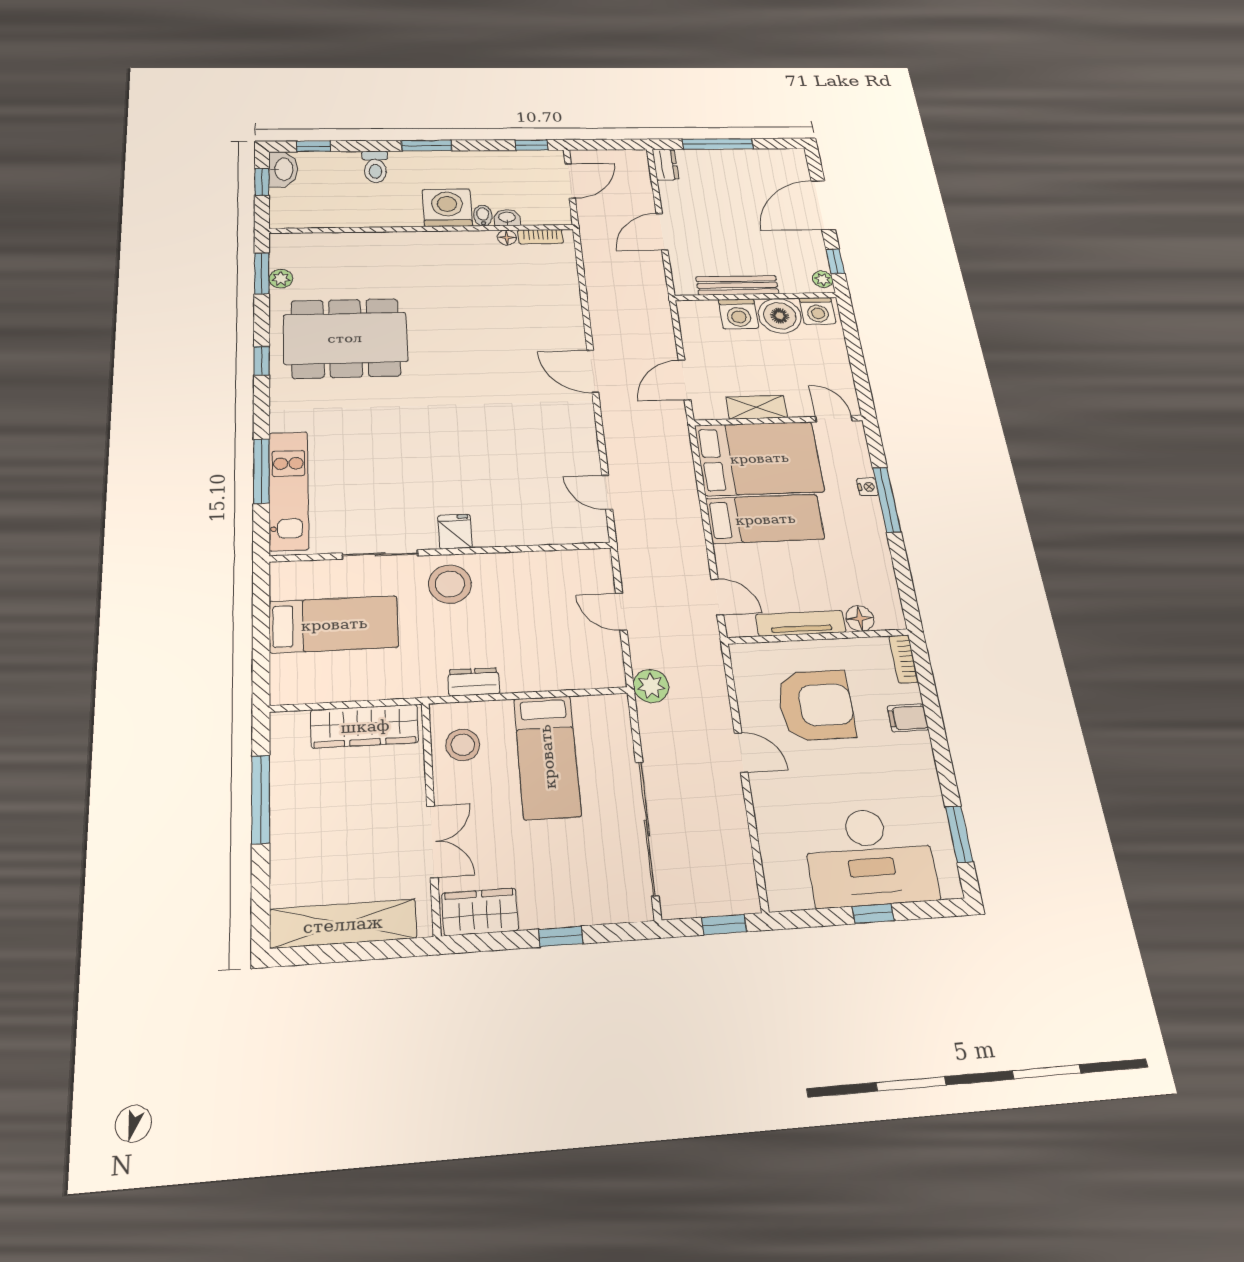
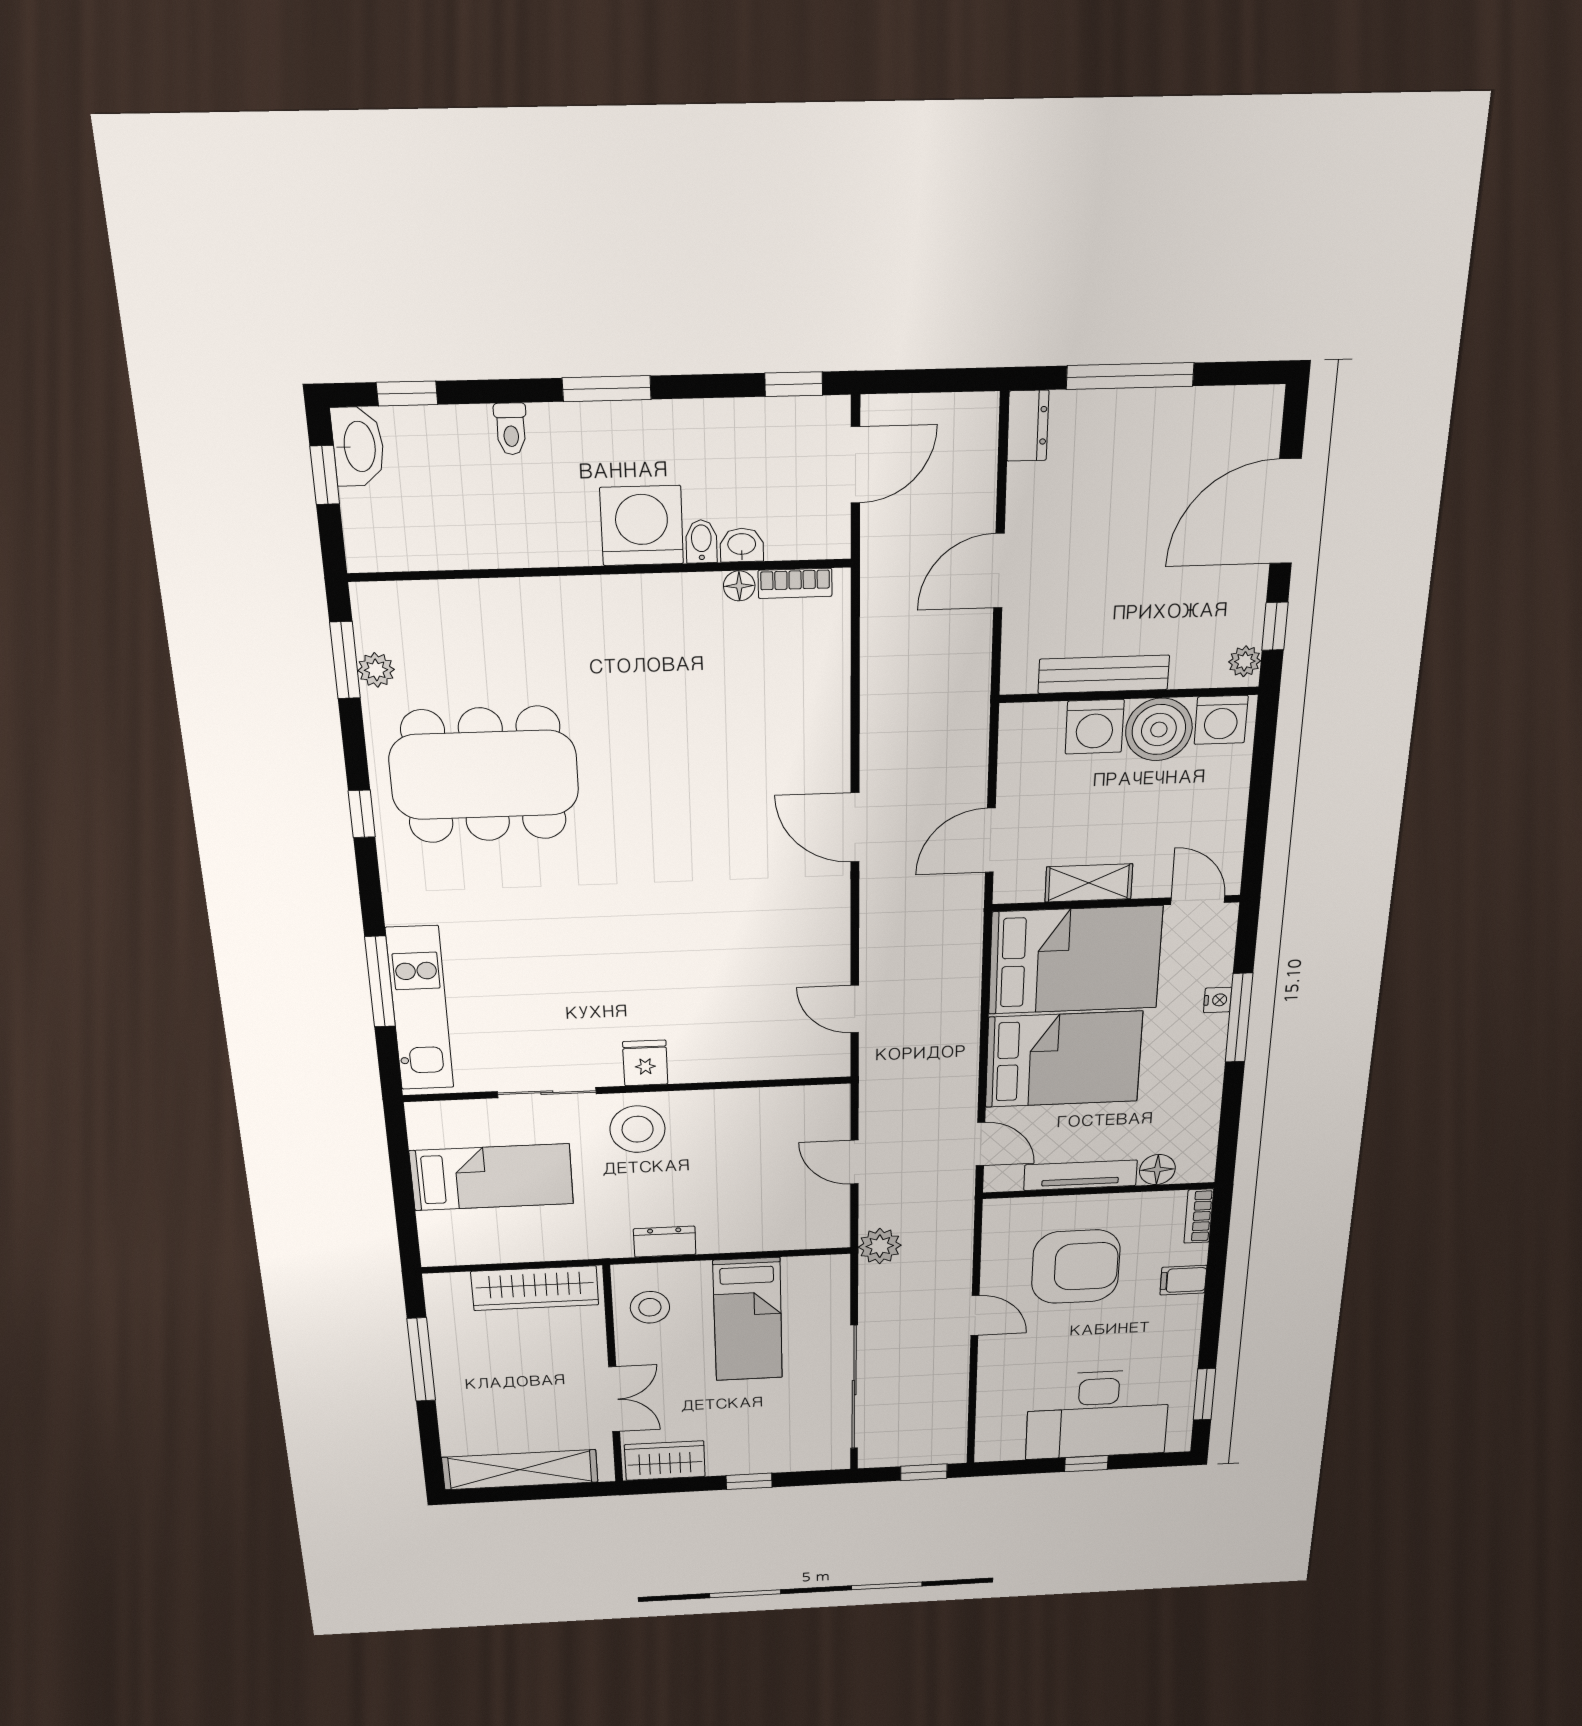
toilet: (375, 167) -> (511, 429), width x0.73, depth x0.72
bed: (765, 519) -> (1064, 1059), width x1.50

